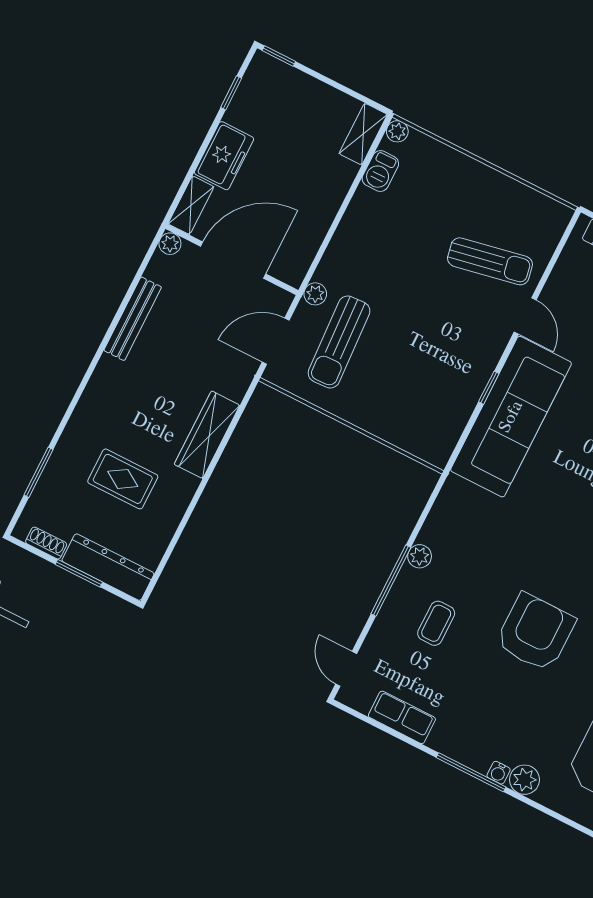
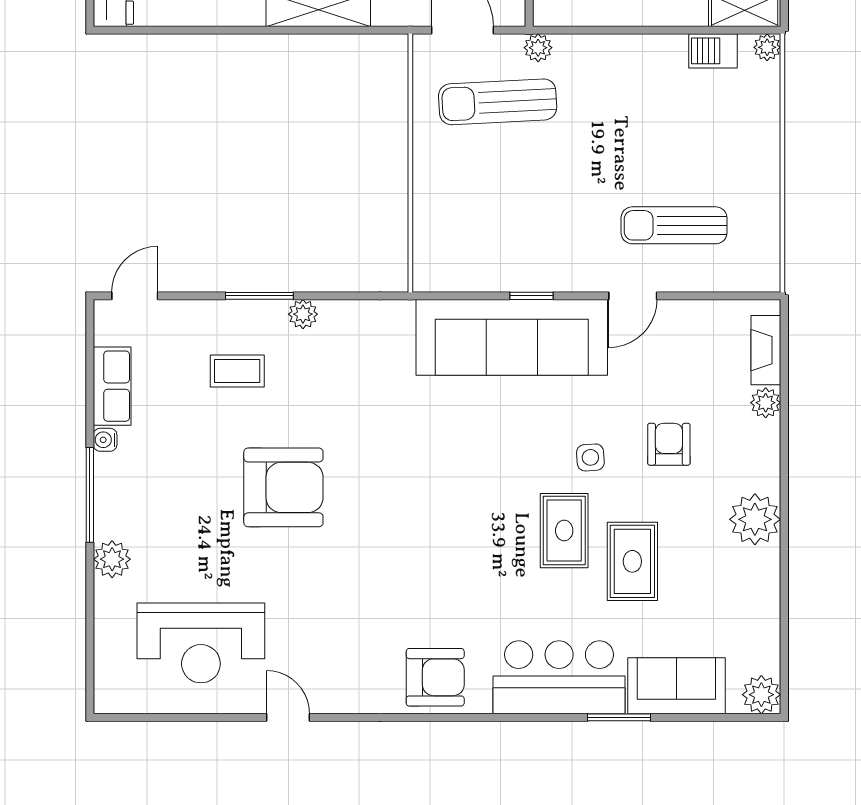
sun lounger: (490, 261) -> (674, 225), turned 101
window: (391, 581) -> (259, 296), width x0.69
water cooler: (499, 773) -> (105, 440), moved

